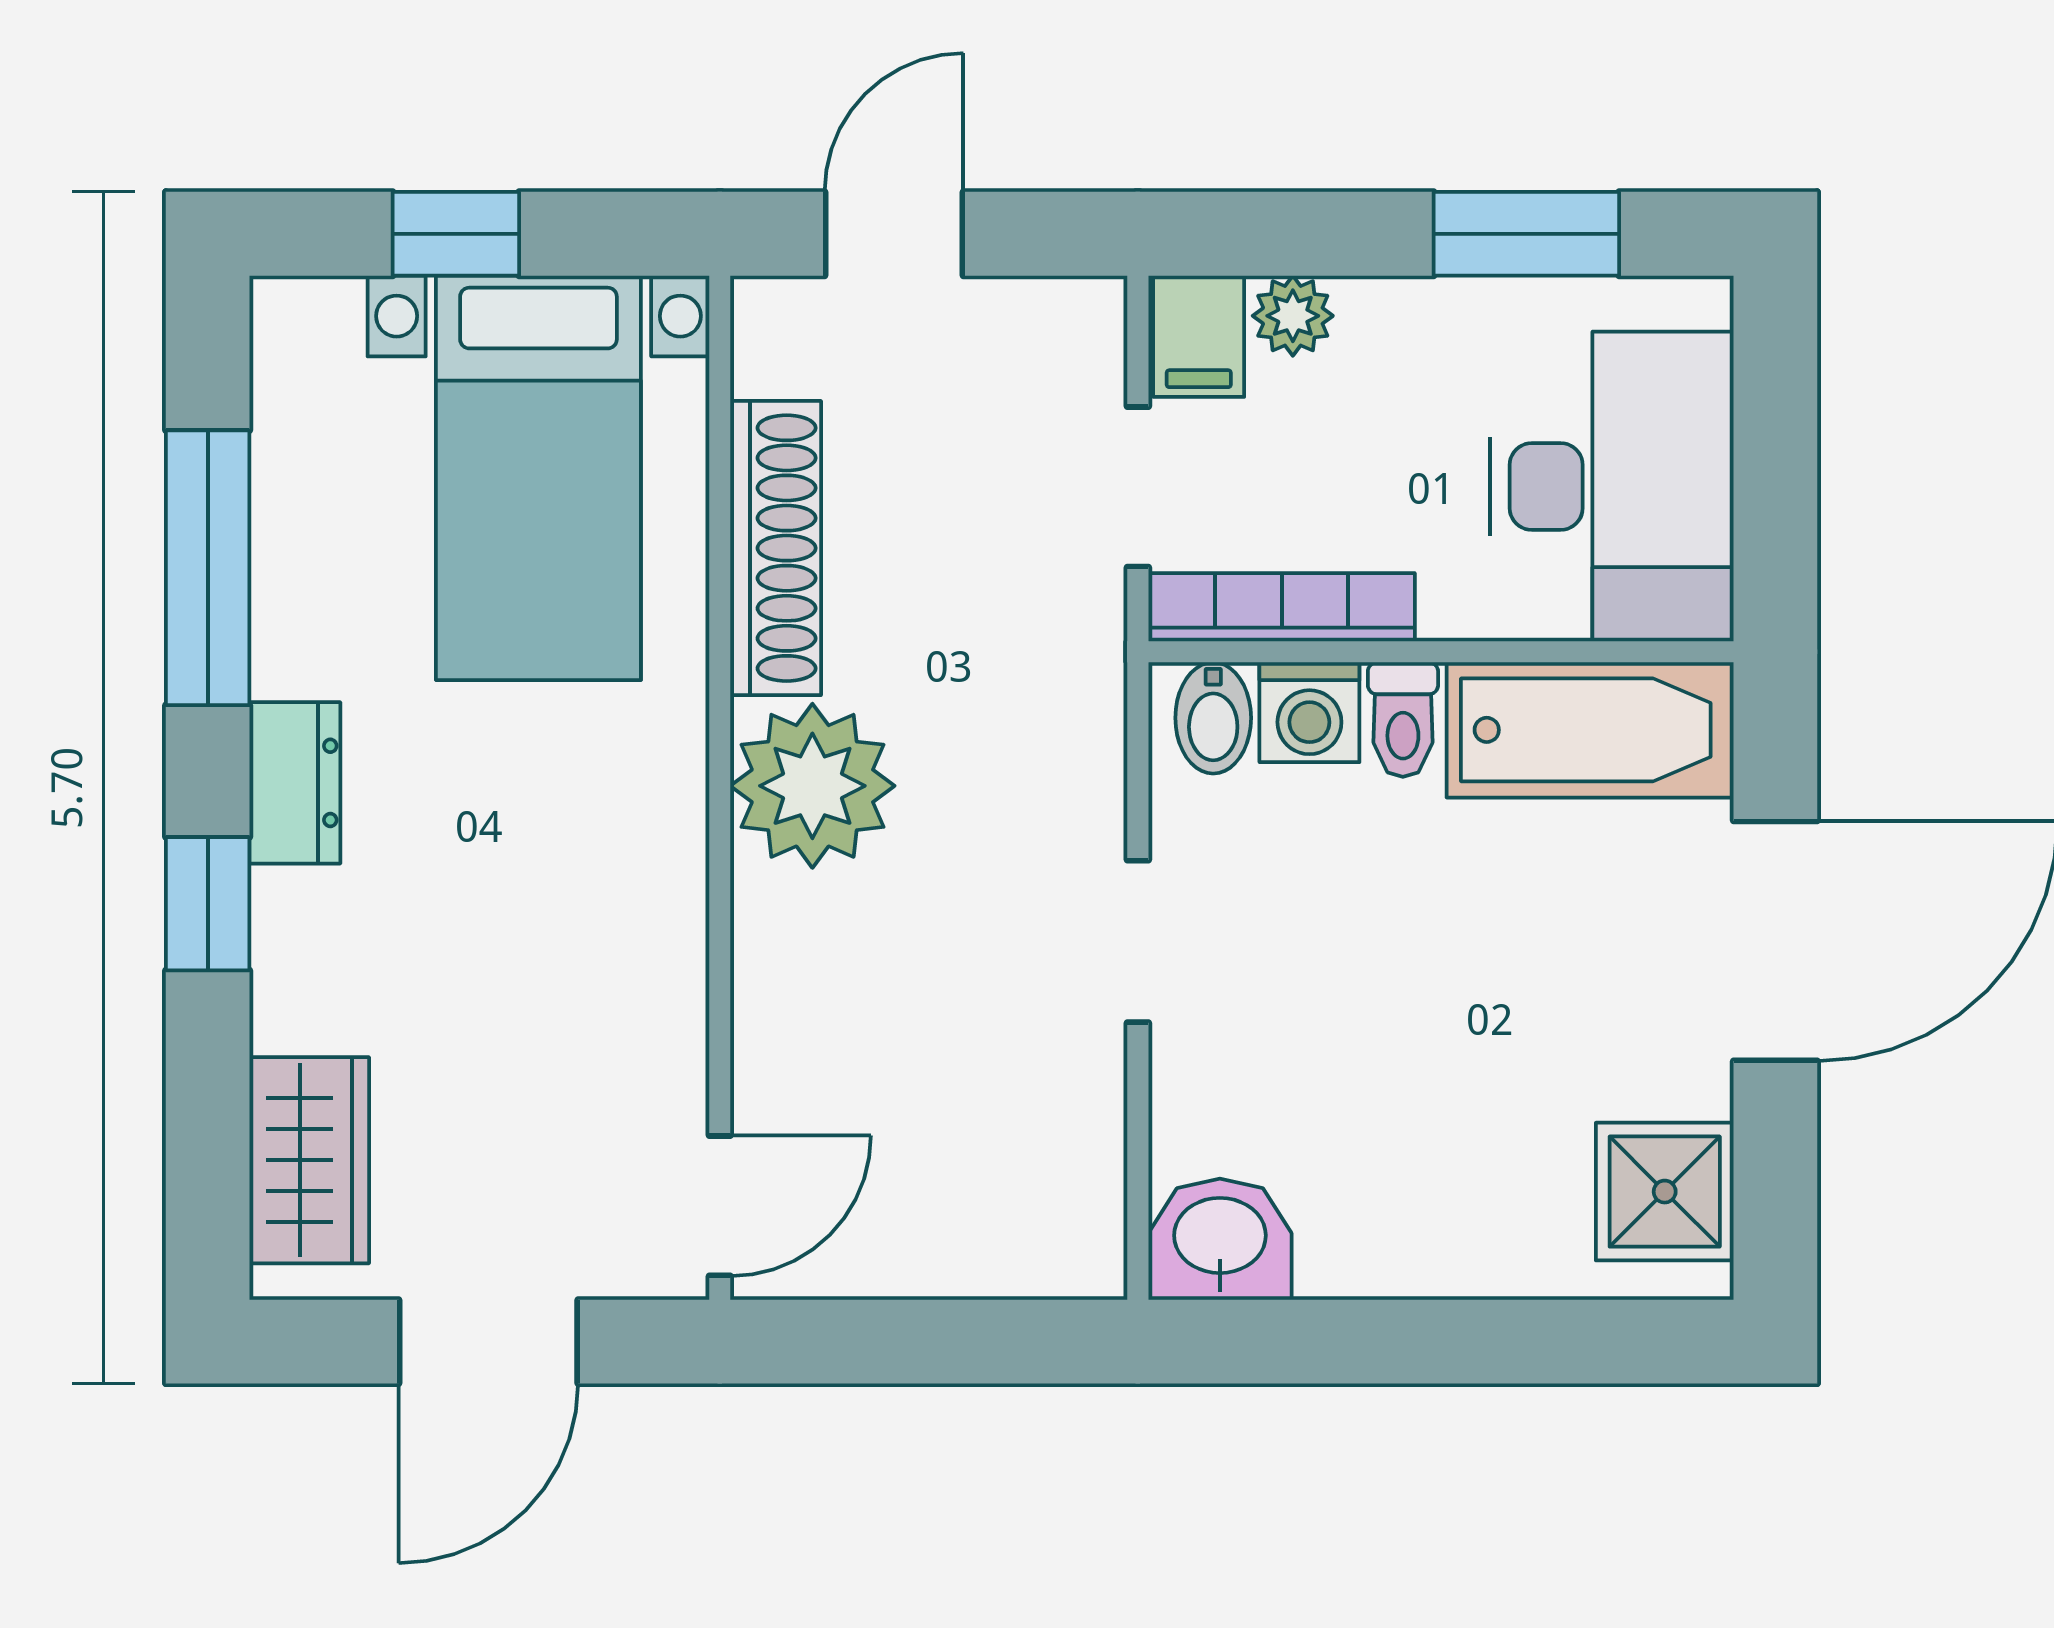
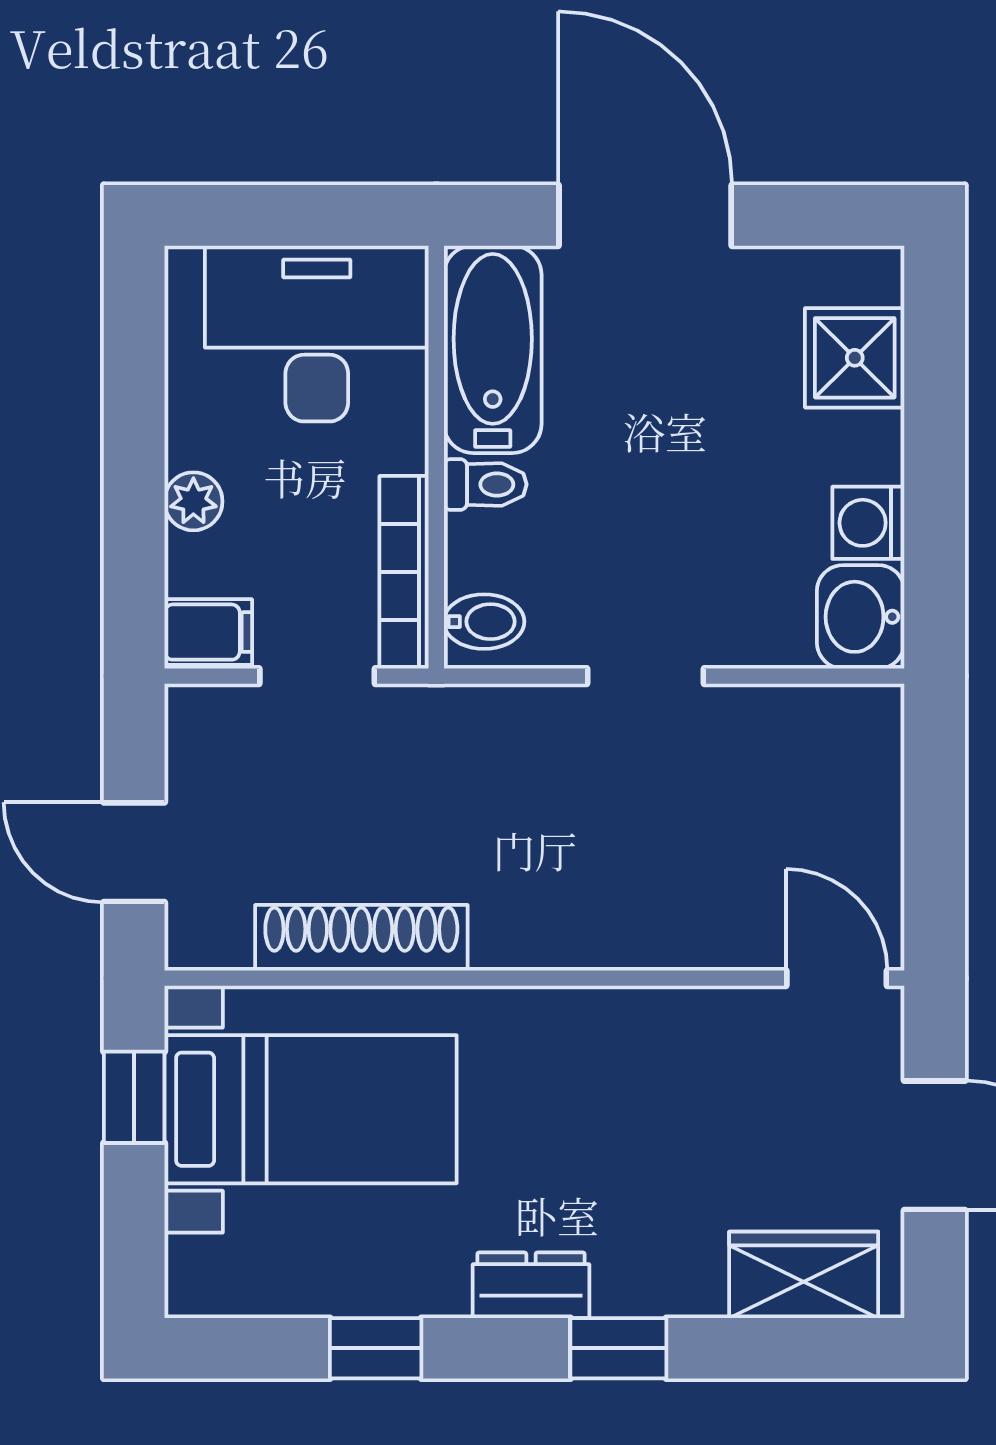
window: (456, 234) -> (134, 1097), moved
window: (1526, 234) -> (134, 395), removed
plant: (1293, 316) -> (193, 501), moved
window: (208, 568) -> (376, 1348), width x0.46
washing machine: (1309, 712) -> (868, 523), moved, turned 180
plant: (812, 786) -> (533, 911), removed
shower: (1665, 1192) -> (855, 358), moved

